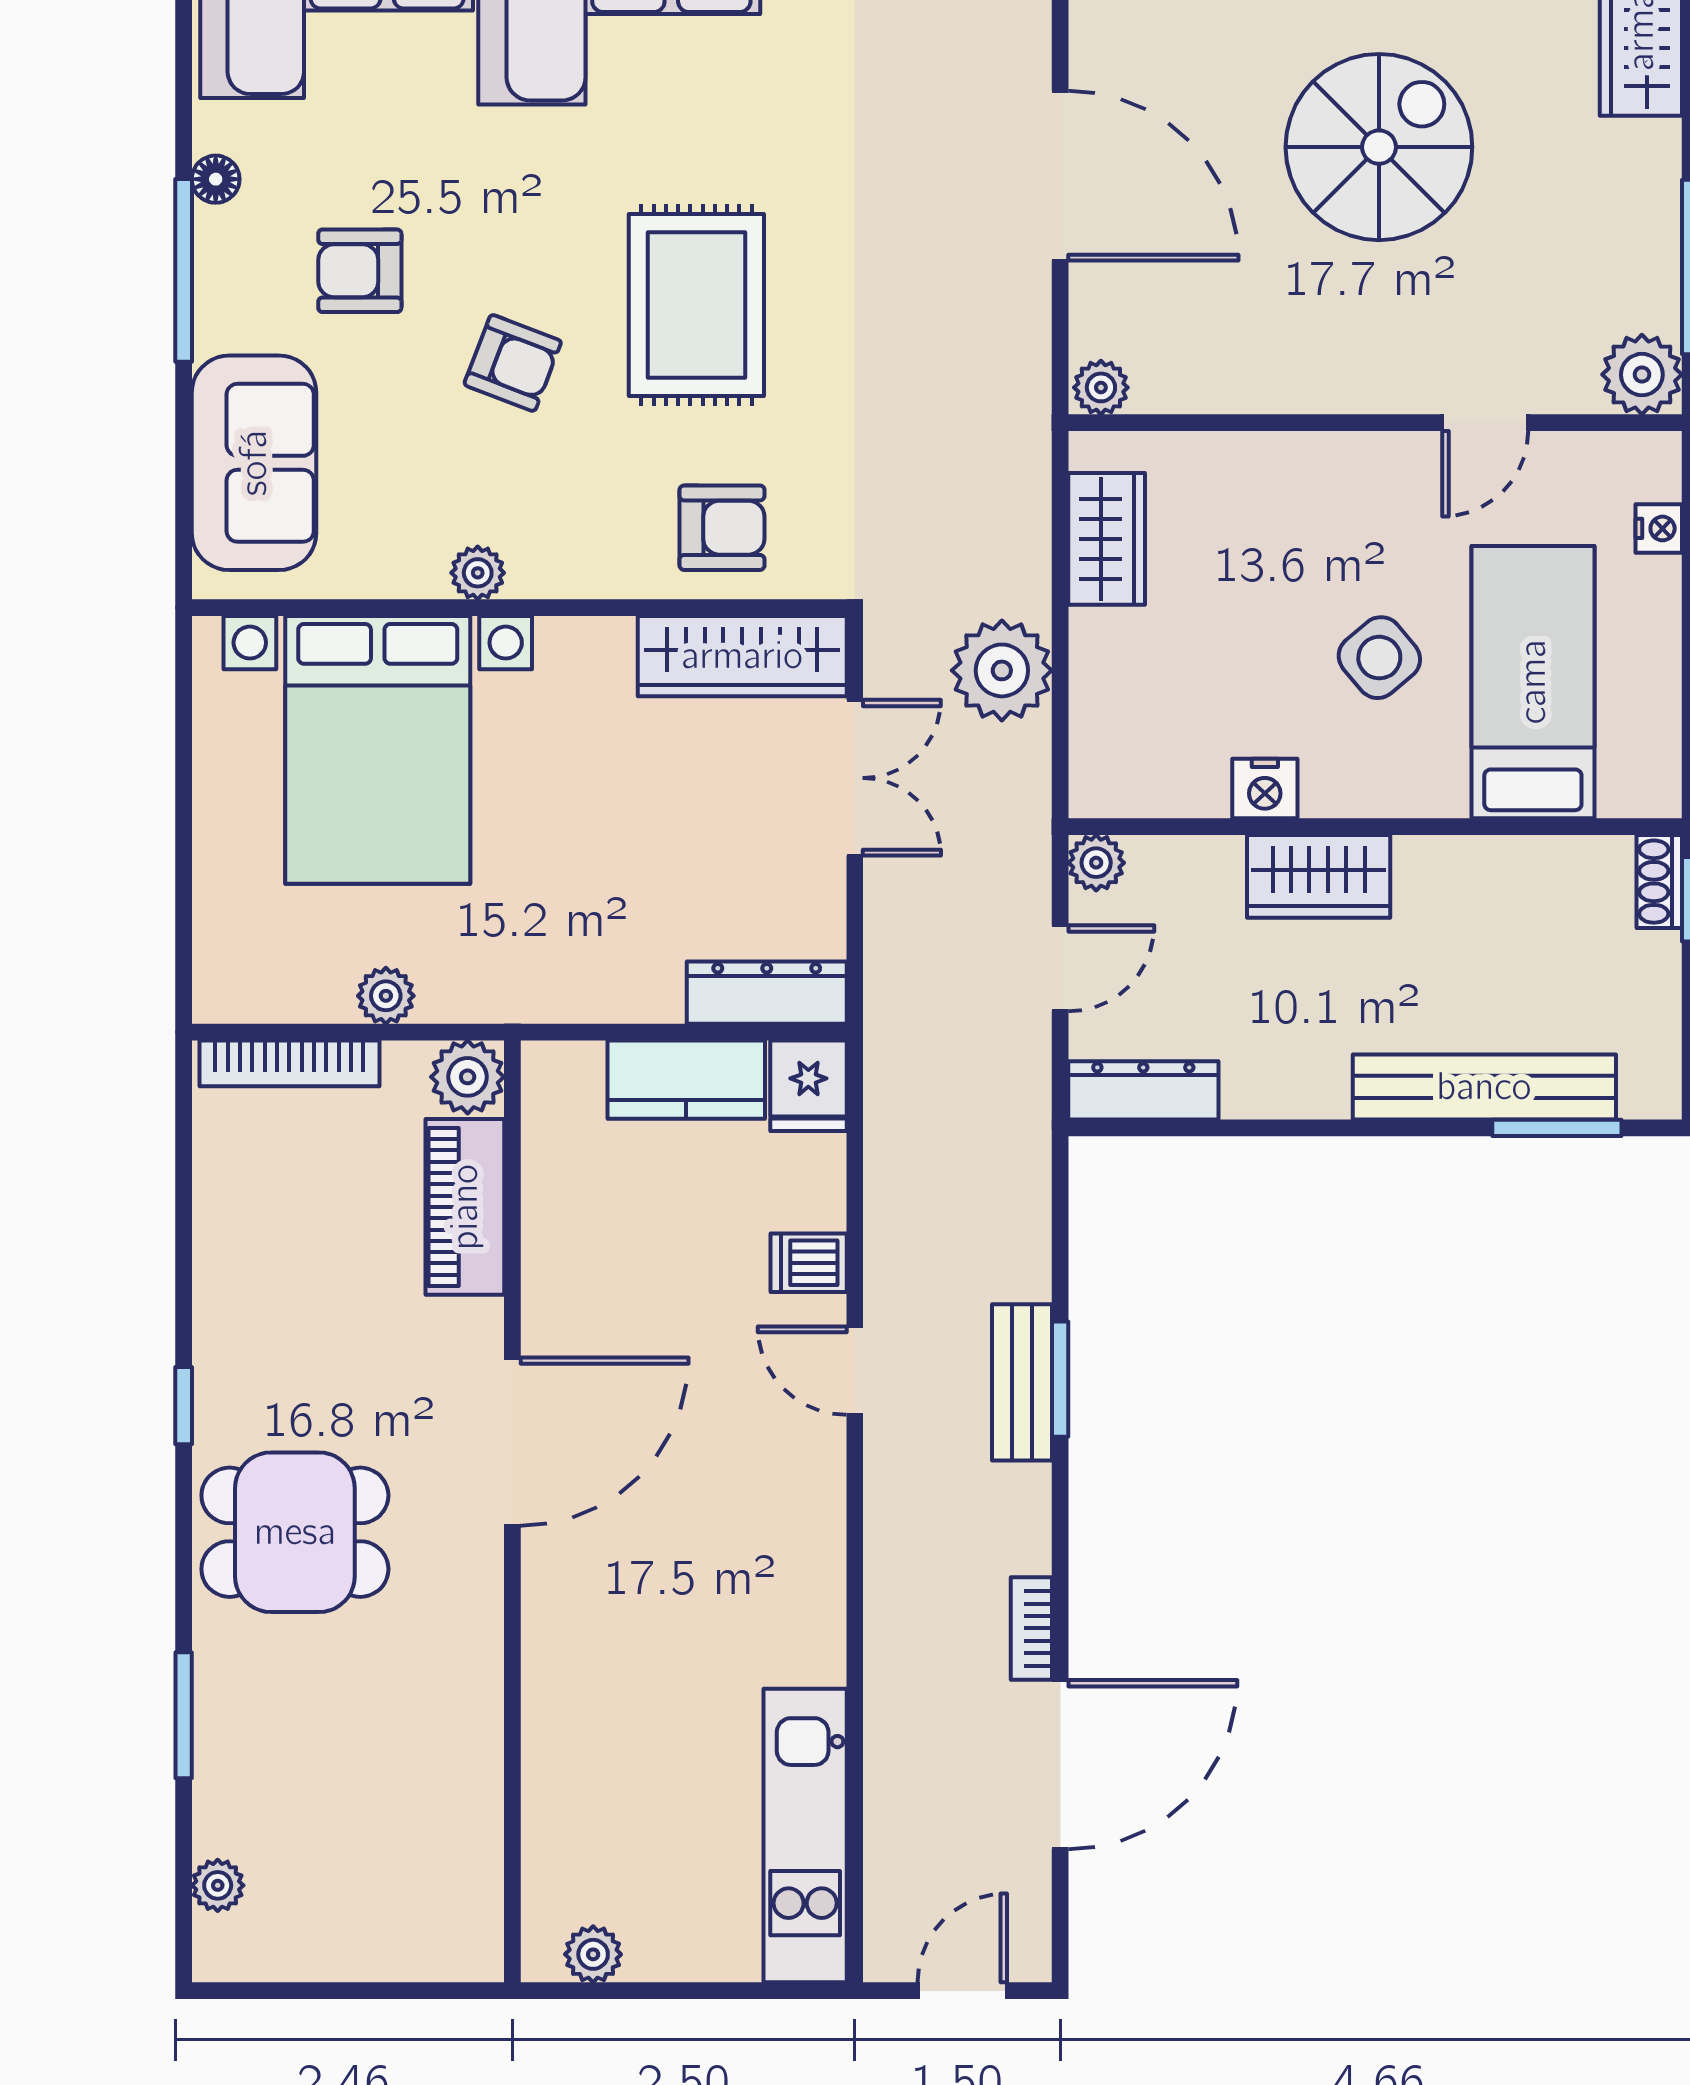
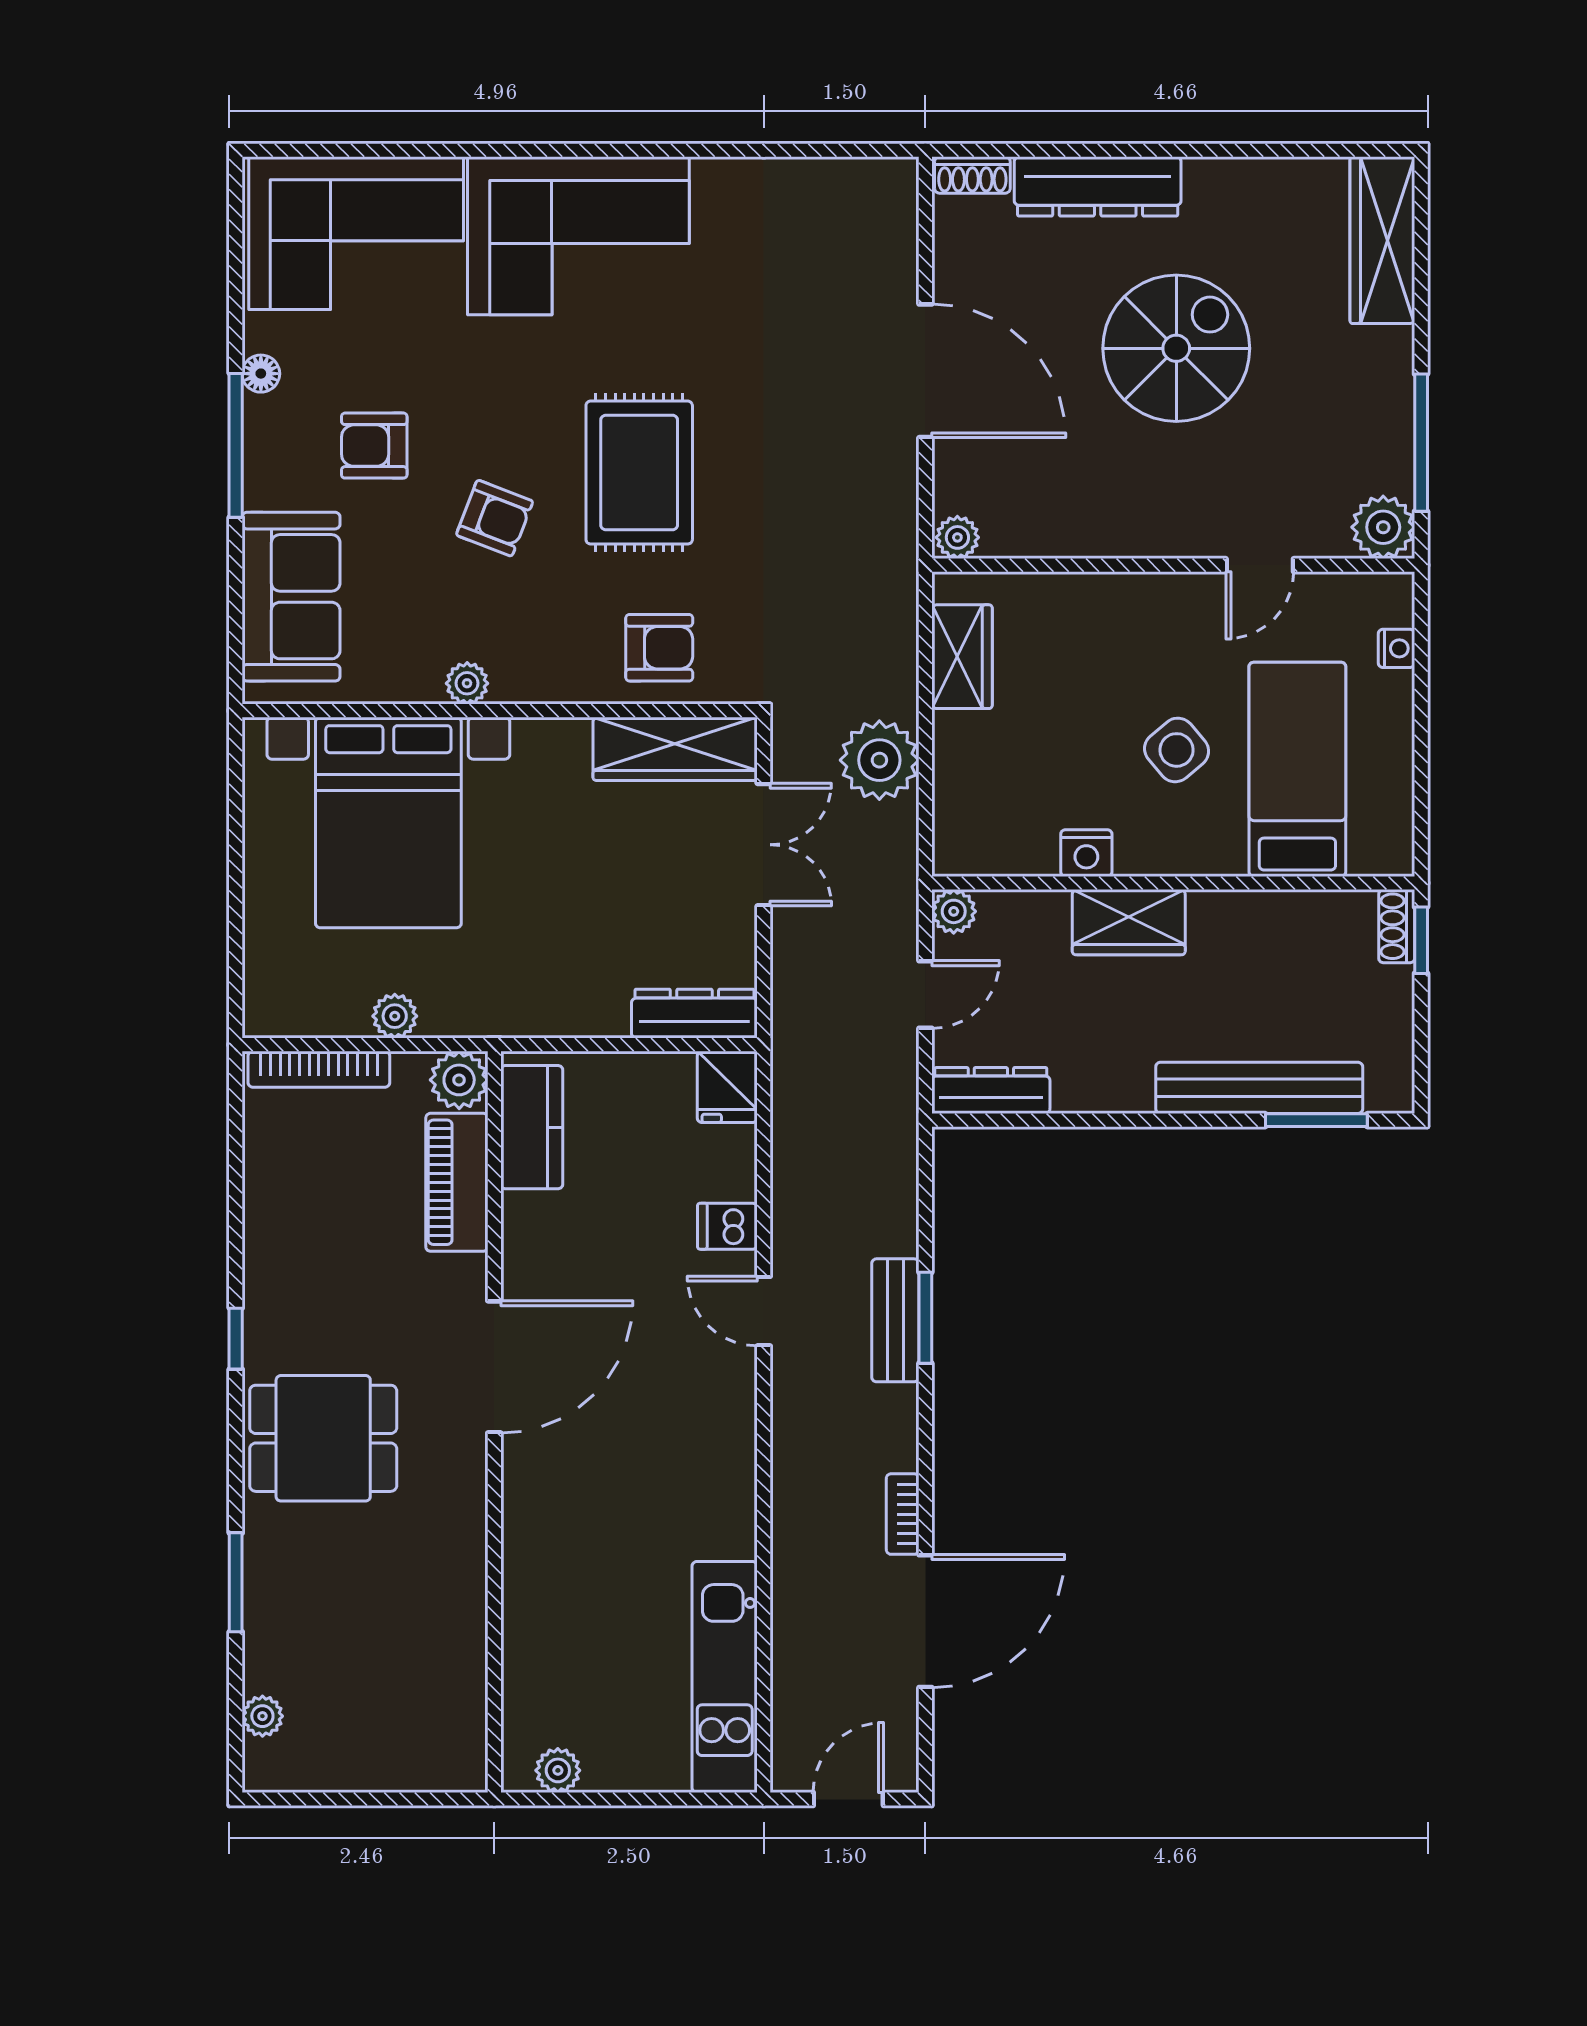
kitchen counter: (686, 1080) -> (532, 1127), moved, turned -90

